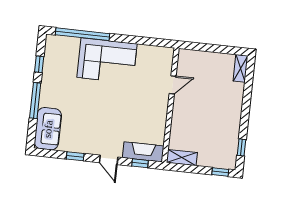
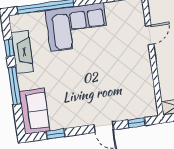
fireplace: (143, 152) -> (22, 52), moved, turned 90
window: (75, 156) -> (56, 134), moved

